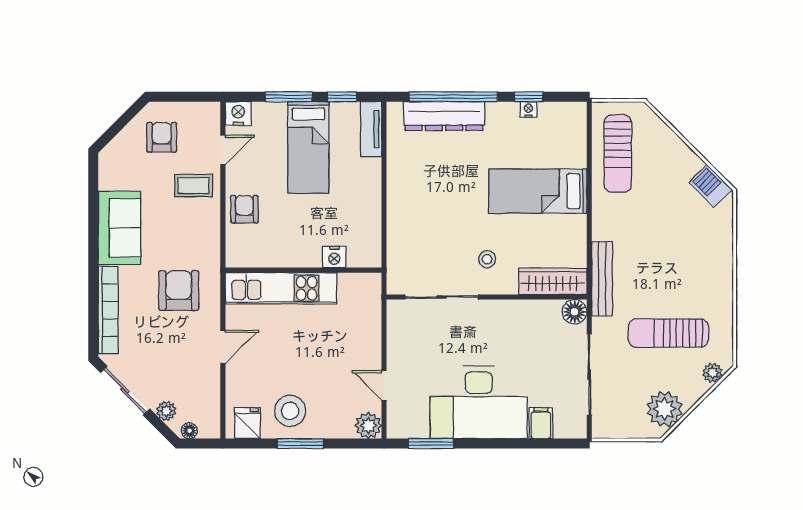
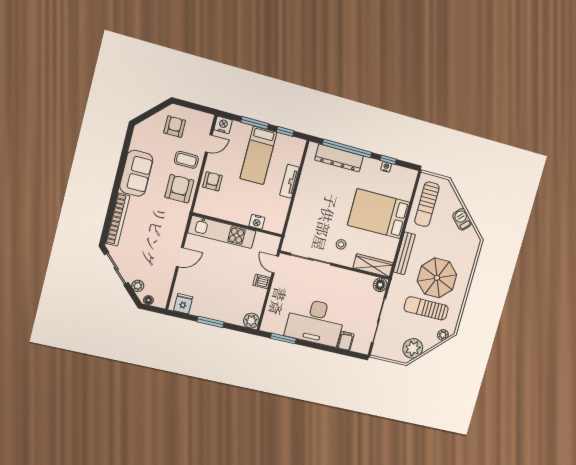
tv unit: (371, 129) -> (290, 181), moved
barbecue: (711, 186) -> (462, 219), moved
bed: (538, 191) -> (379, 214), width x1.50
parasol: (672, 275) -> (437, 278), added
bench: (602, 279) -> (404, 253), moved
armchair: (179, 291) -> (179, 189), moved
dishwasher: (368, 355) -> (262, 281), added
door: (384, 385) -> (275, 264), moved
stool: (290, 411) -> (209, 302), removed

